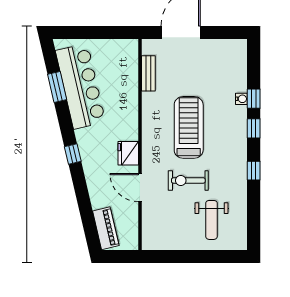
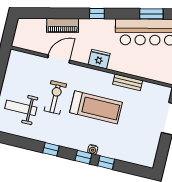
bench: (148, 73) -> (128, 82), moved
water cooler: (241, 99) -> (93, 149), moved
fridge: (128, 153) -> (99, 59), moved
piano: (106, 228) -> (63, 25), moved

